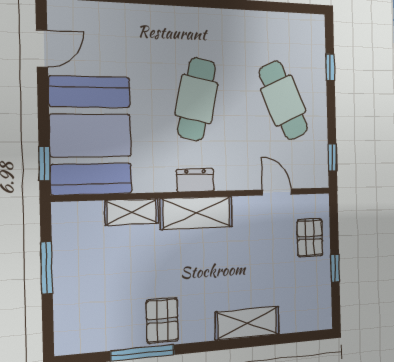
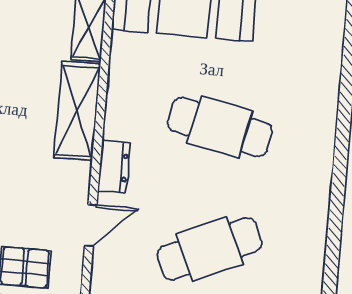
dresser: (195, 180) -> (114, 167), moved

